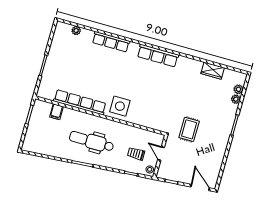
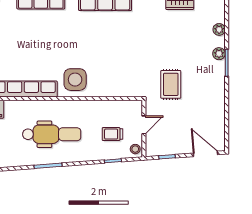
plant: (238, 89) -> (219, 54), moved
dental chair: (92, 141) -> (52, 134), turned 180
door: (161, 154) -> (144, 125), swing flipped

